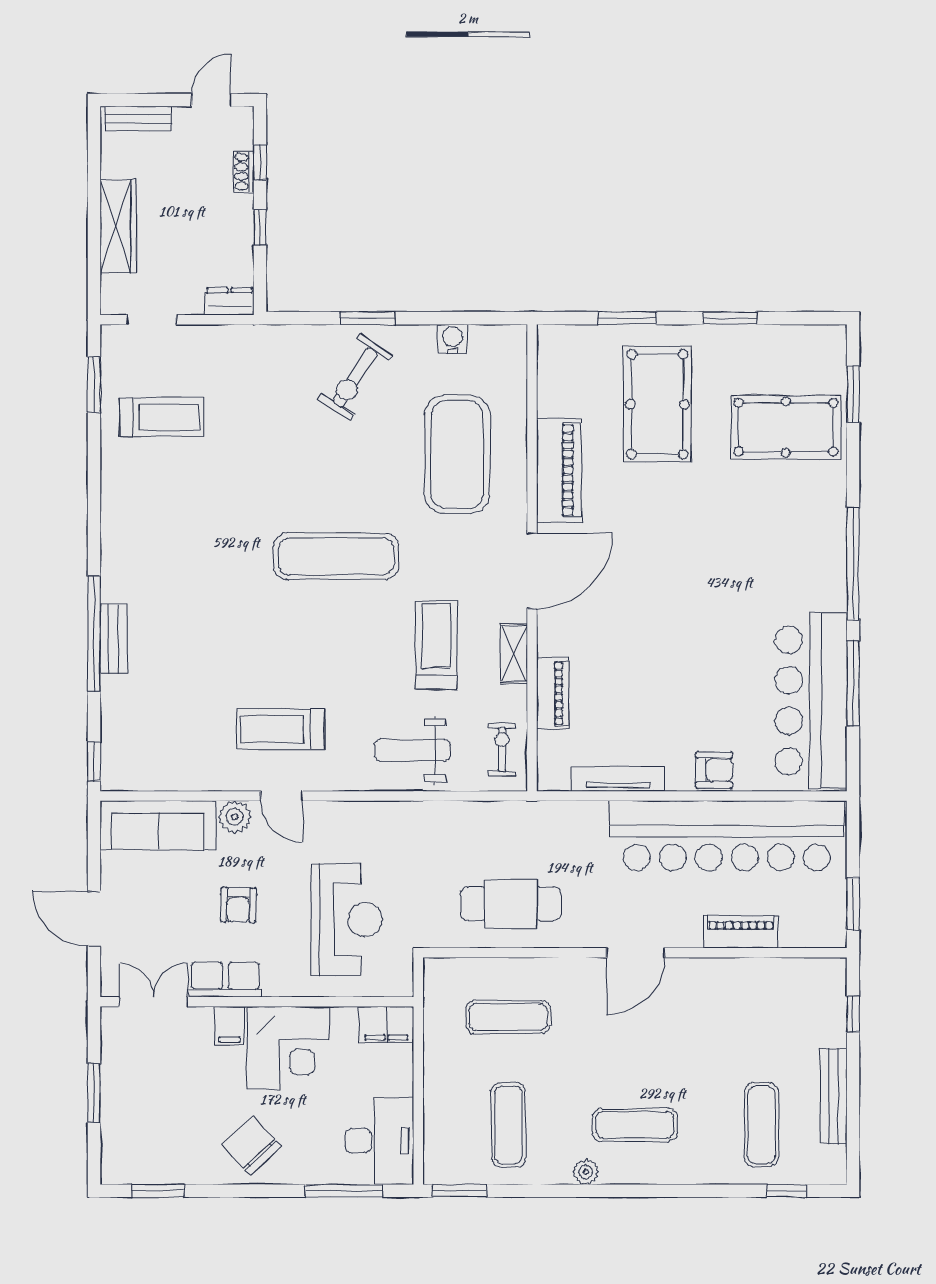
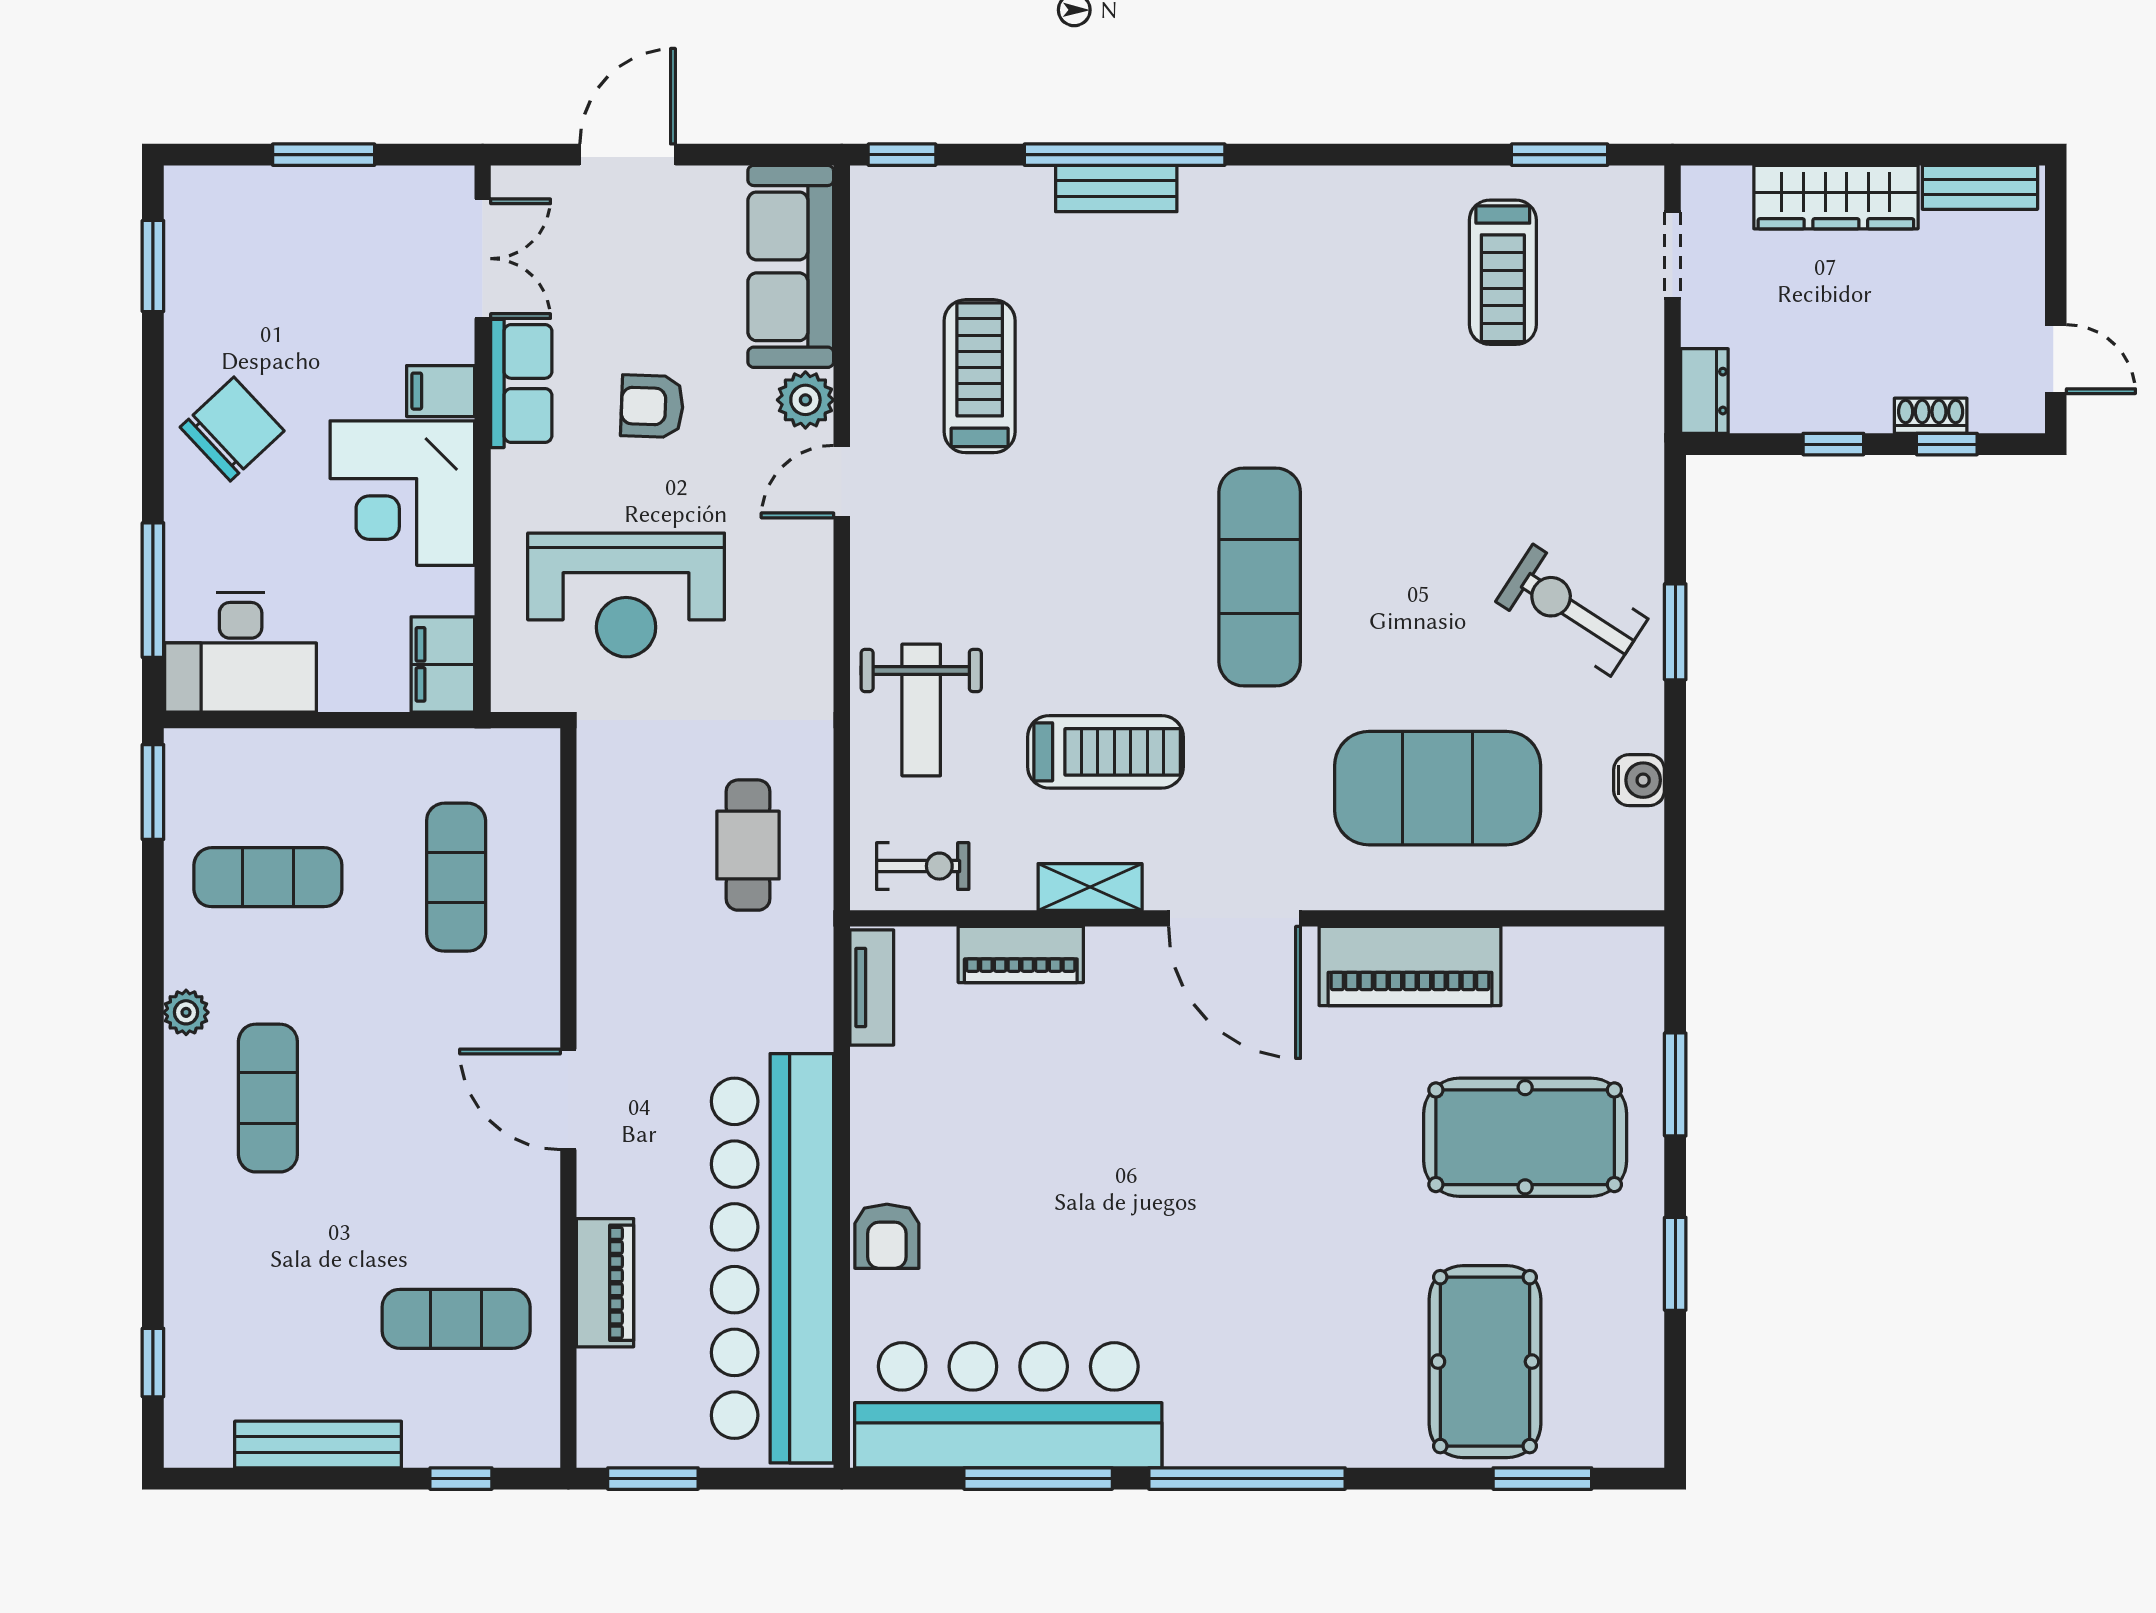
bench: (138, 119) -> (1980, 187), moved, turned 90
treadmill: (281, 729) -> (980, 376), moved
weight bench: (412, 750) -> (921, 710), turned 180
tv unit: (618, 779) -> (872, 987), moved, width x0.71
cafe table: (511, 904) -> (748, 845), moved, width x0.73, depth x0.74
exercise mat: (761, 1125) -> (456, 1319), moved

